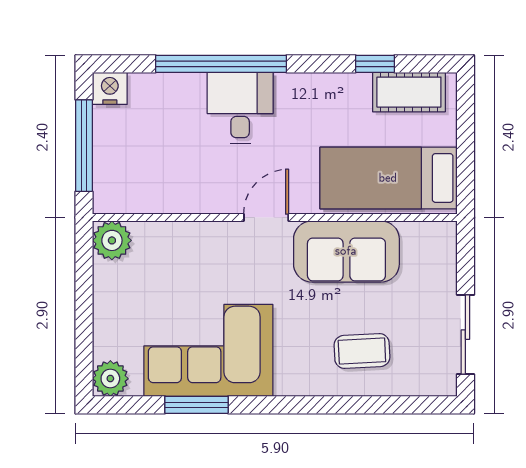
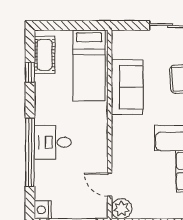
door: (266, 218) -> (110, 185), moved

